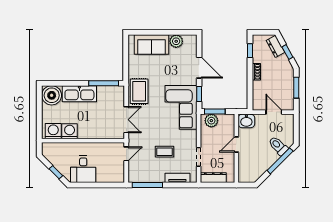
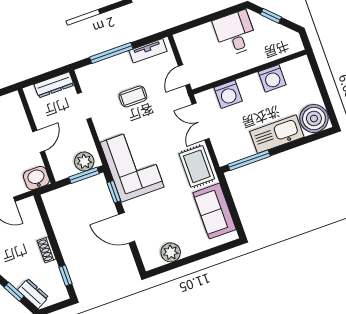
sofa: (151, 44) -> (215, 211), moved, turned -90
washing machine: (53, 131) -> (228, 94), moved
tv unit: (177, 178) -> (148, 51), moved
window: (147, 185) -> (111, 53), moved

